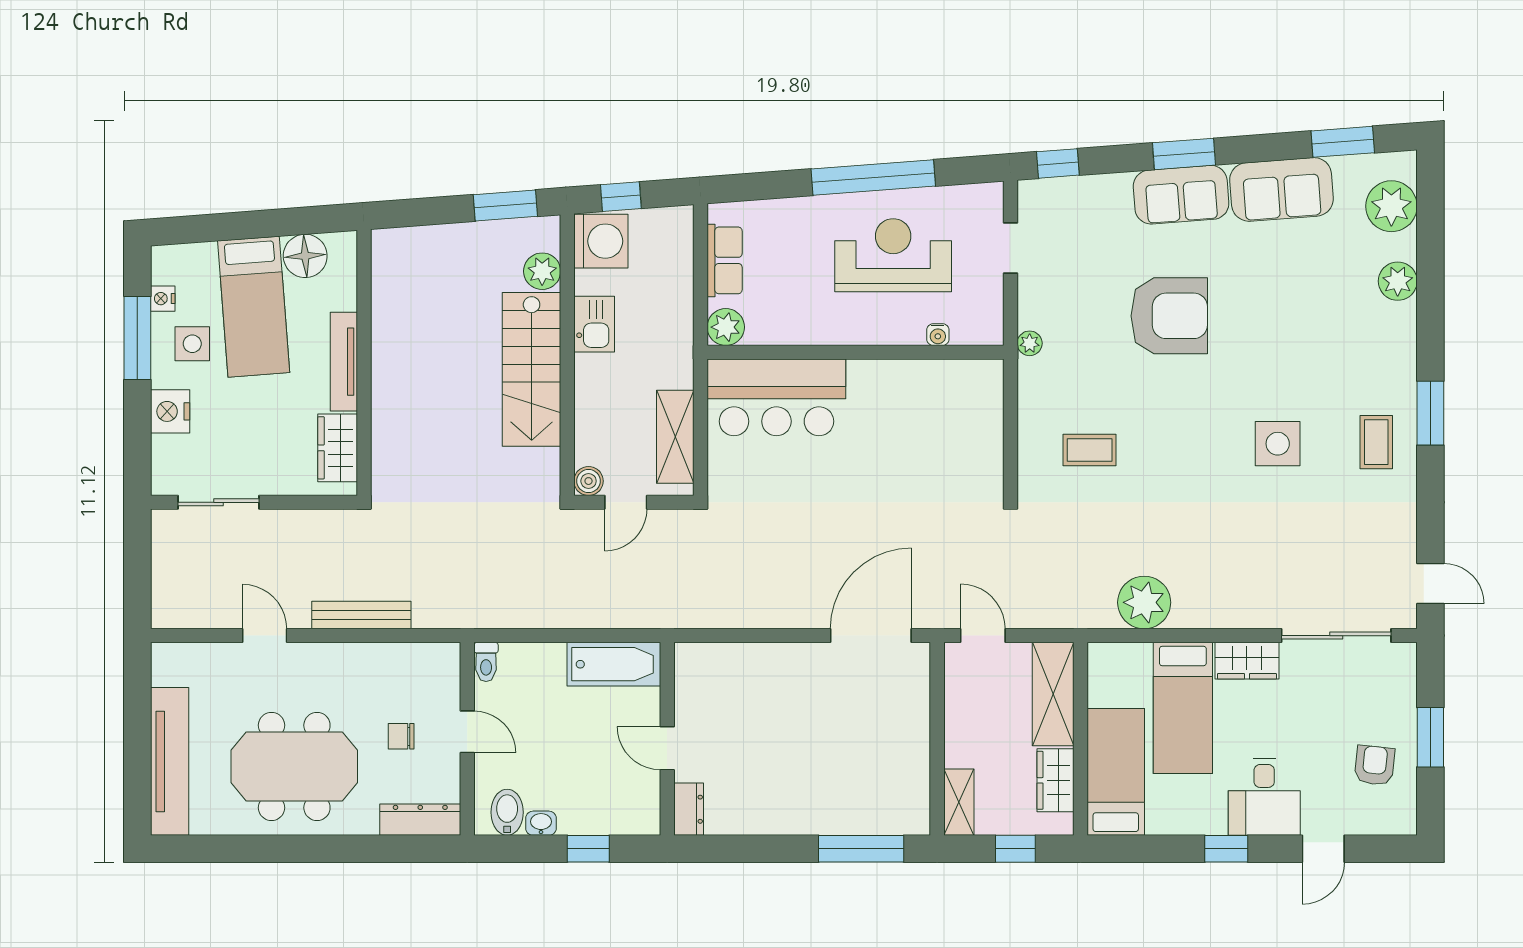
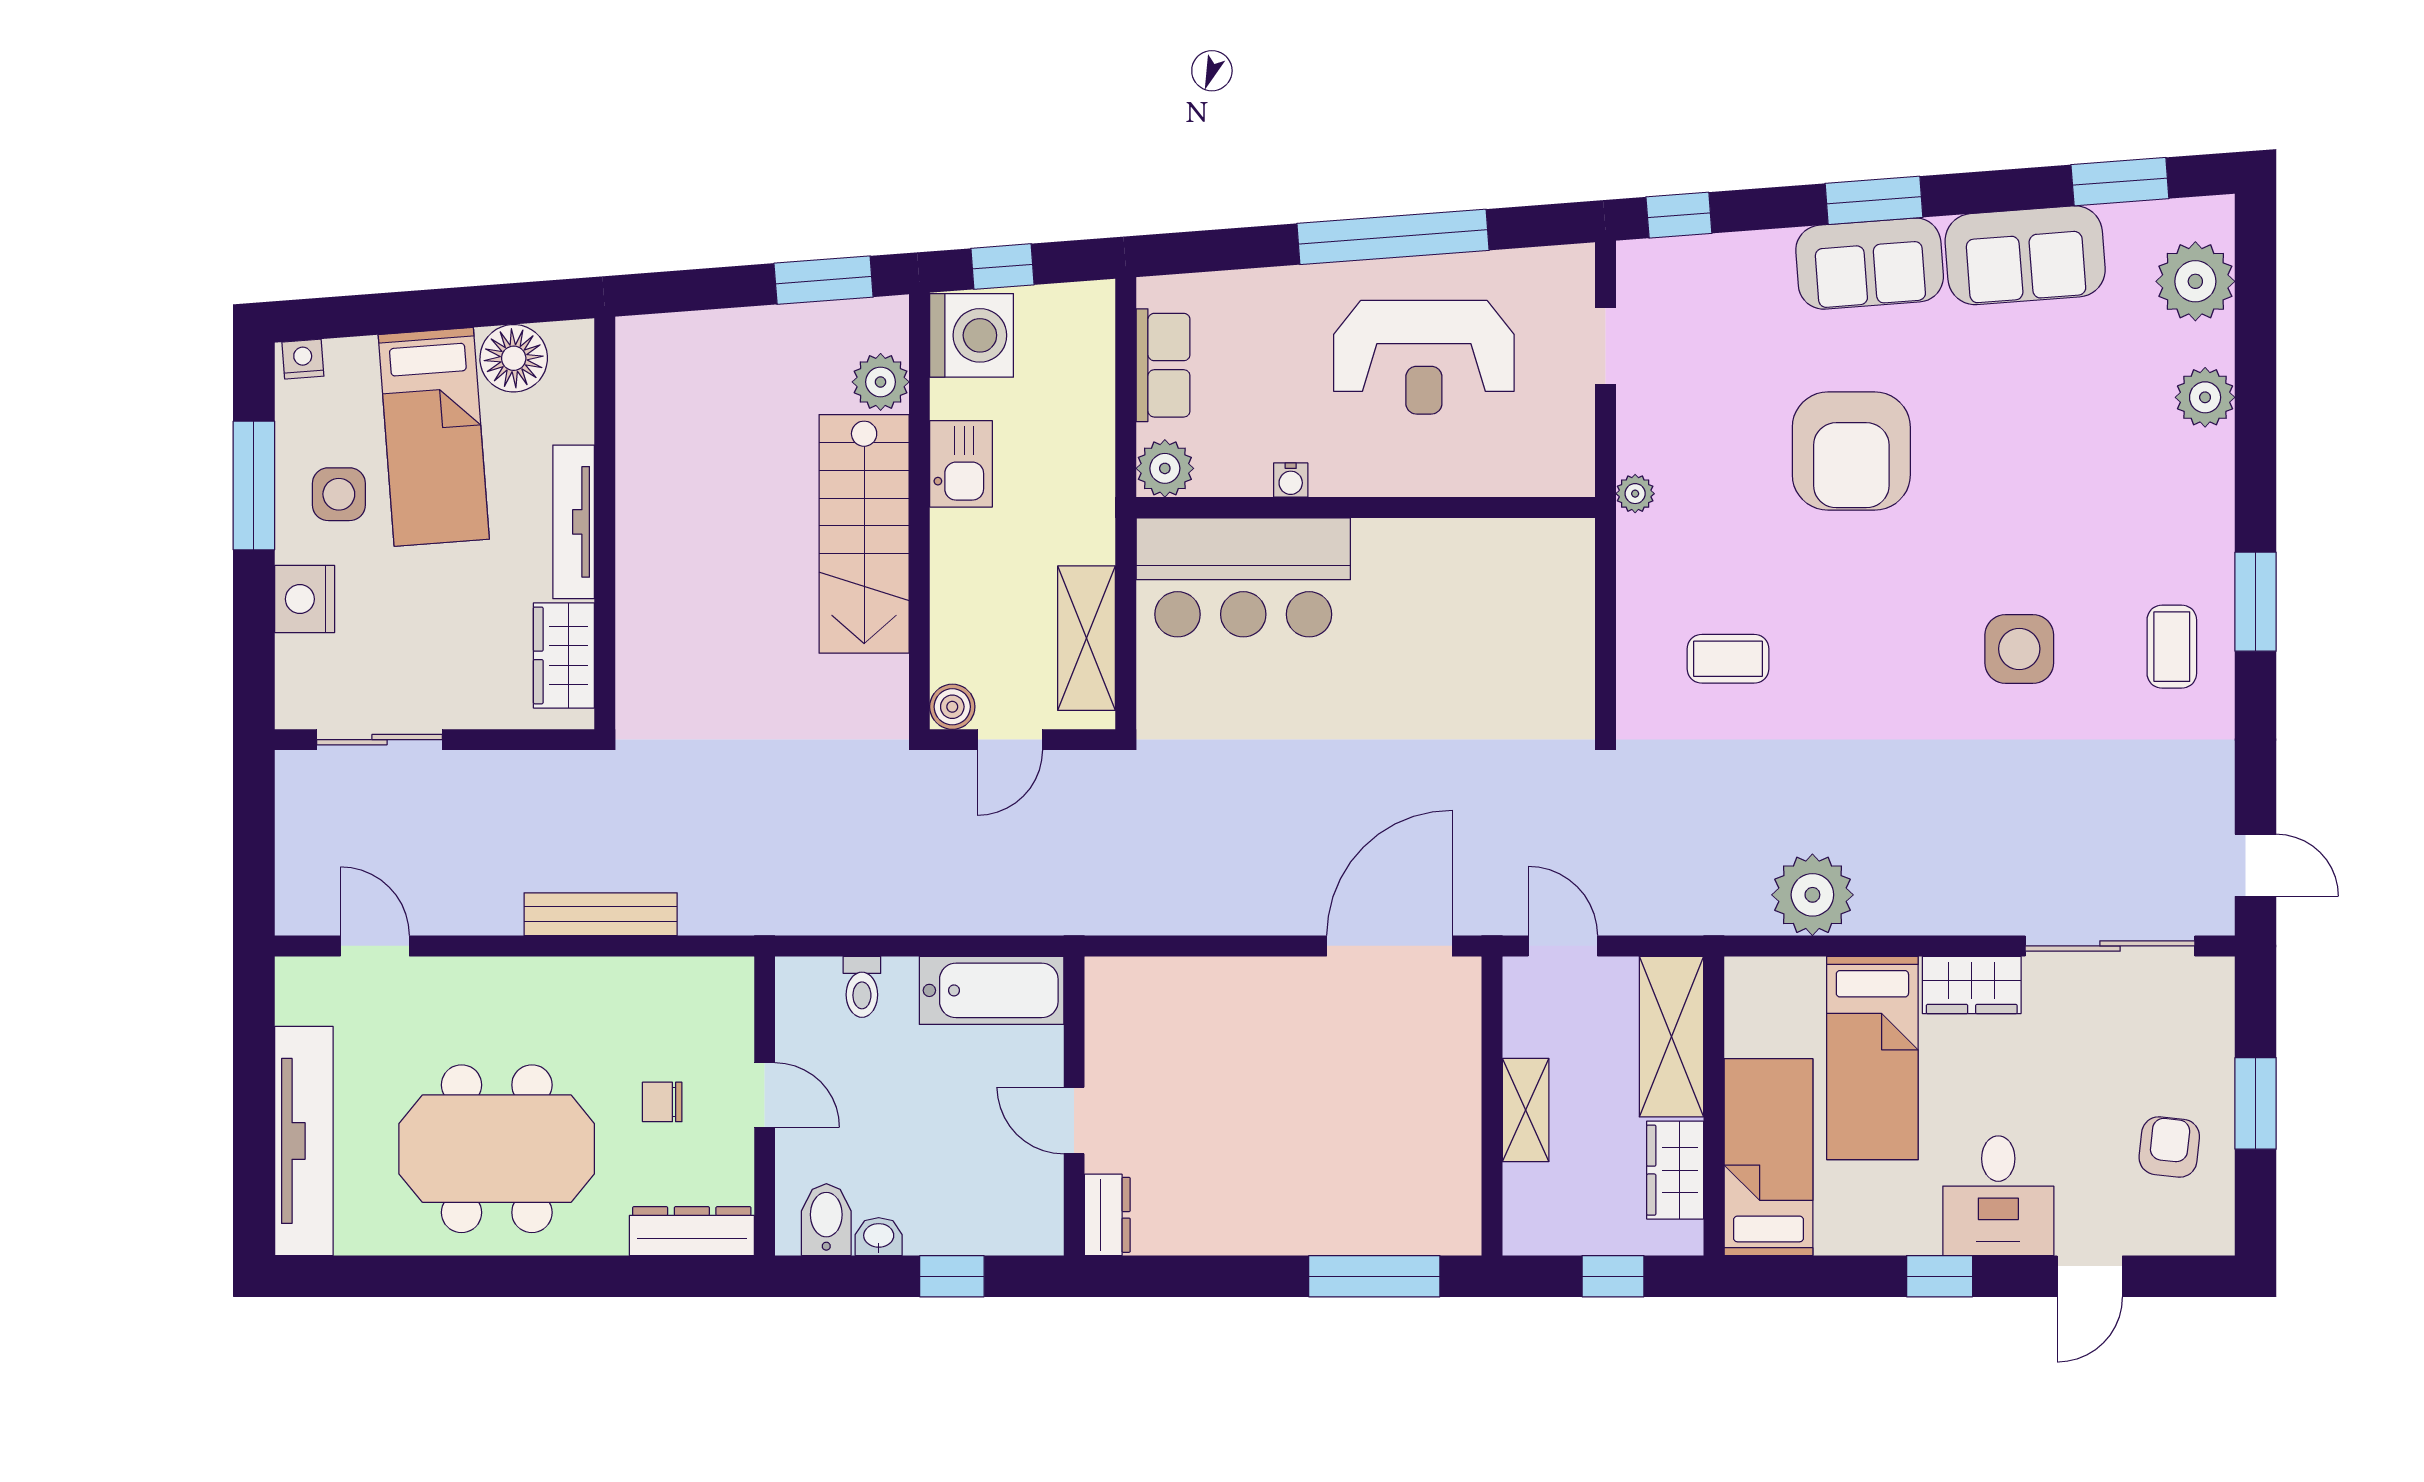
reception desk: (893, 255) -> (1424, 357), turned 180
nightstand: (163, 299) -> (303, 359), moved, turned 86
armchair: (1169, 316) -> (1851, 451), turned 90
water cooler: (938, 335) -> (1291, 480), moved
door: (265, 636) -> (375, 946), moved
toilet: (486, 662) -> (862, 987), moved
shelving: (959, 802) -> (1526, 1110), moved

